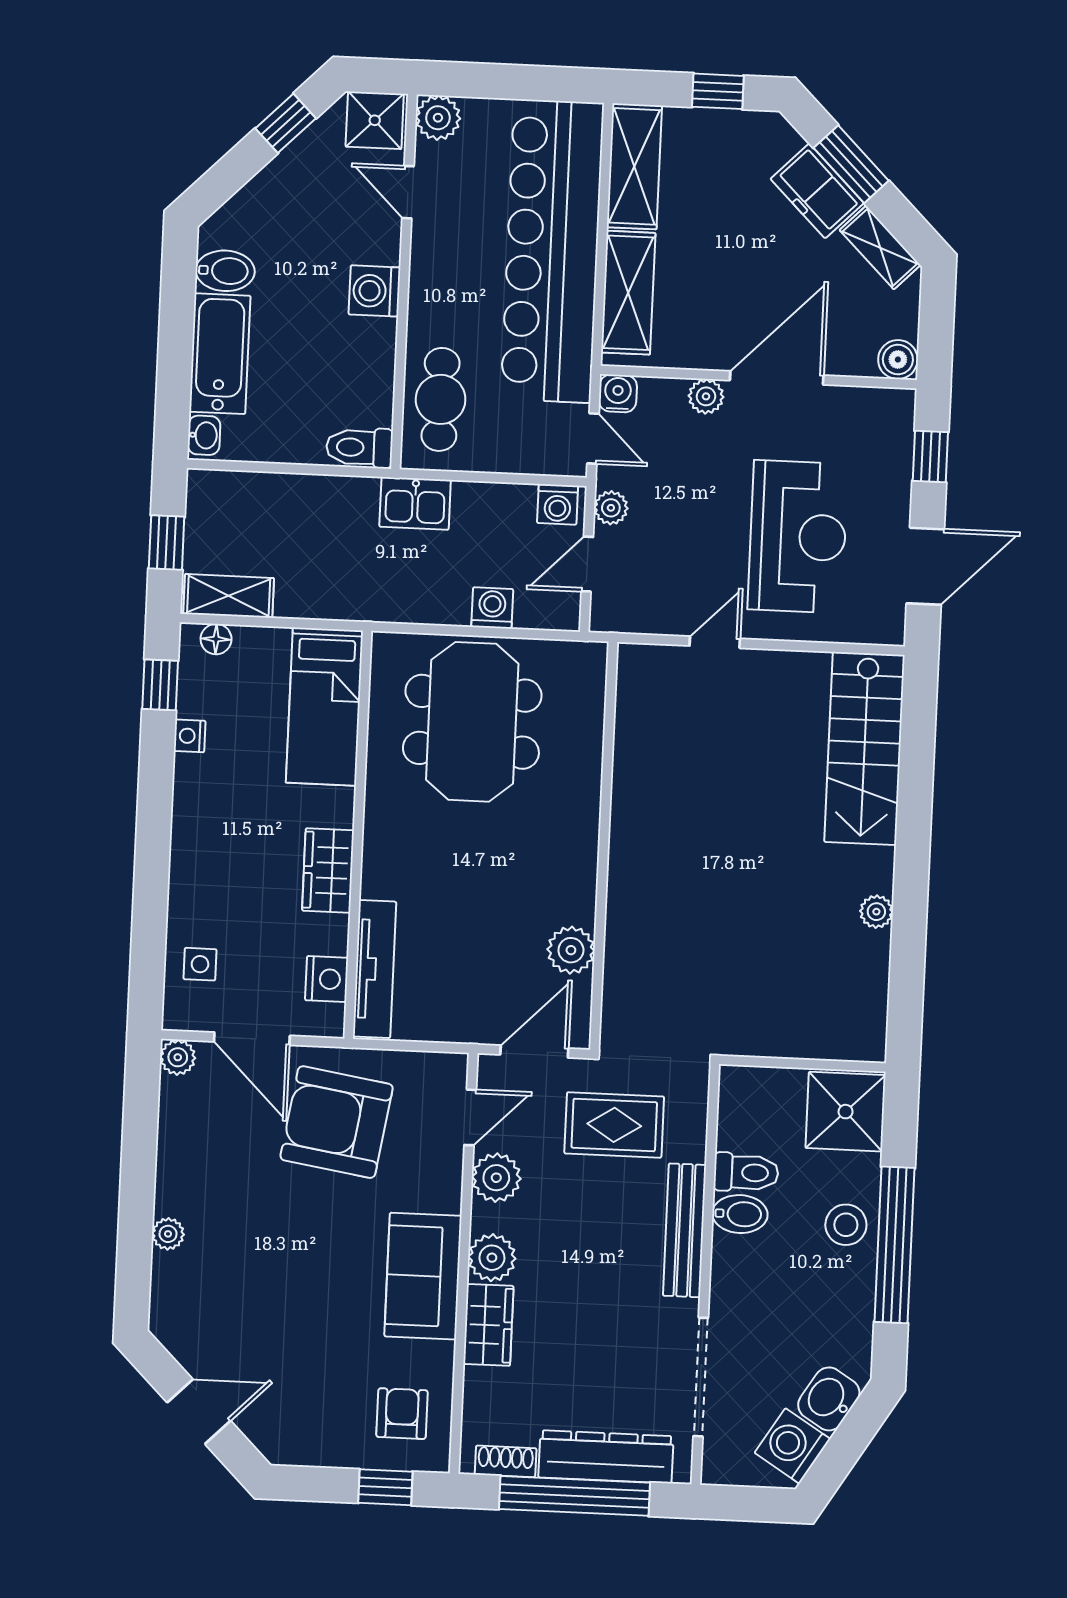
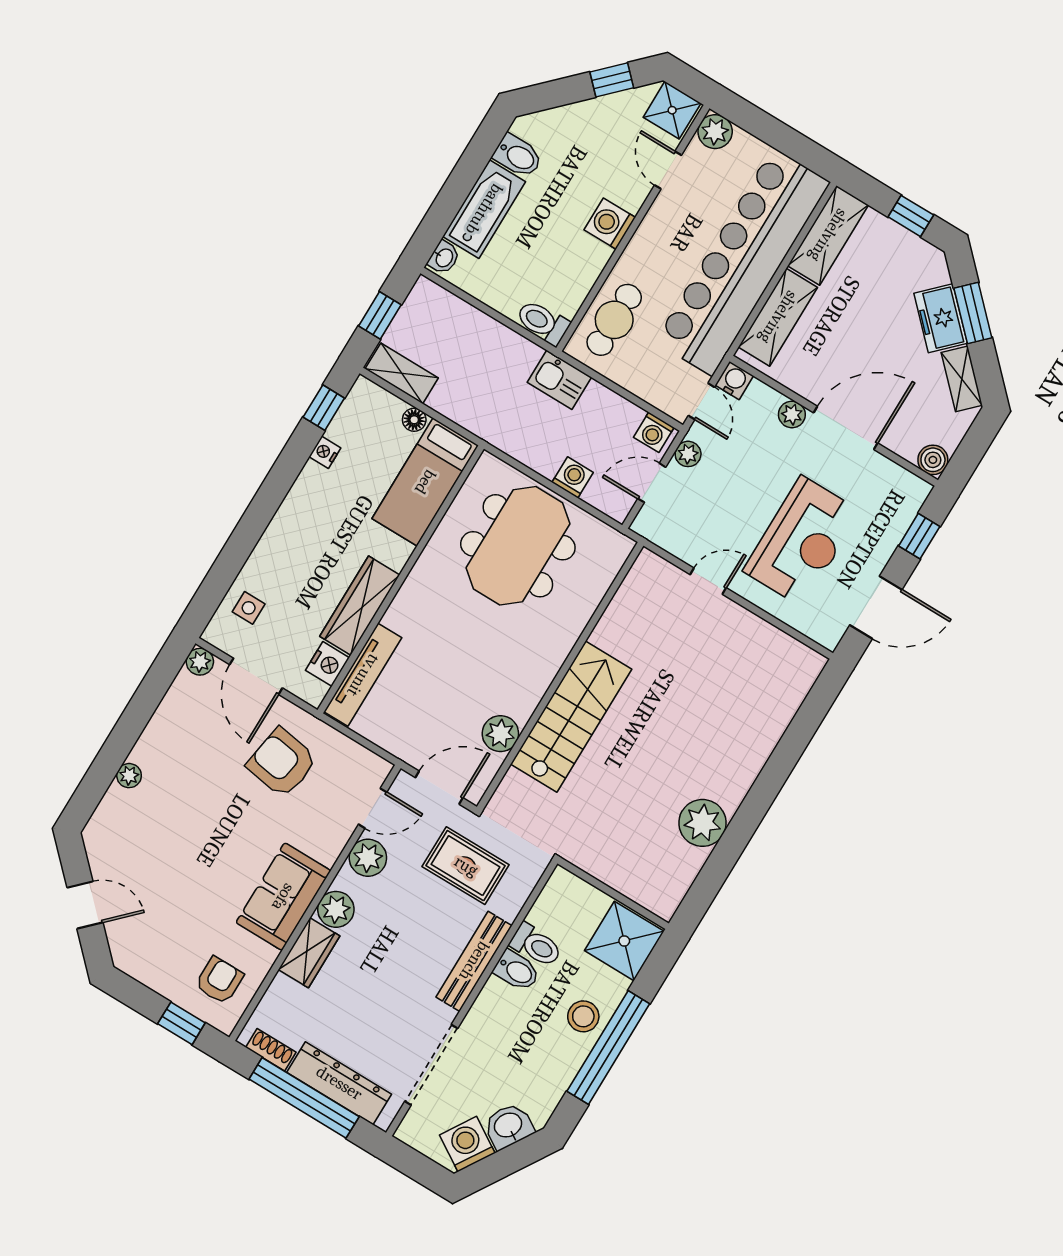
floor lamp: (216, 639) -> (414, 420), moved
stairs: (864, 748) -> (571, 717), moved, turned 180
wardrobe: (328, 870) -> (360, 606), width x1.50
plant: (876, 912) -> (702, 823), width x1.88, depth x1.88
armchair: (337, 1122) -> (282, 763), width x0.73, depth x0.73

